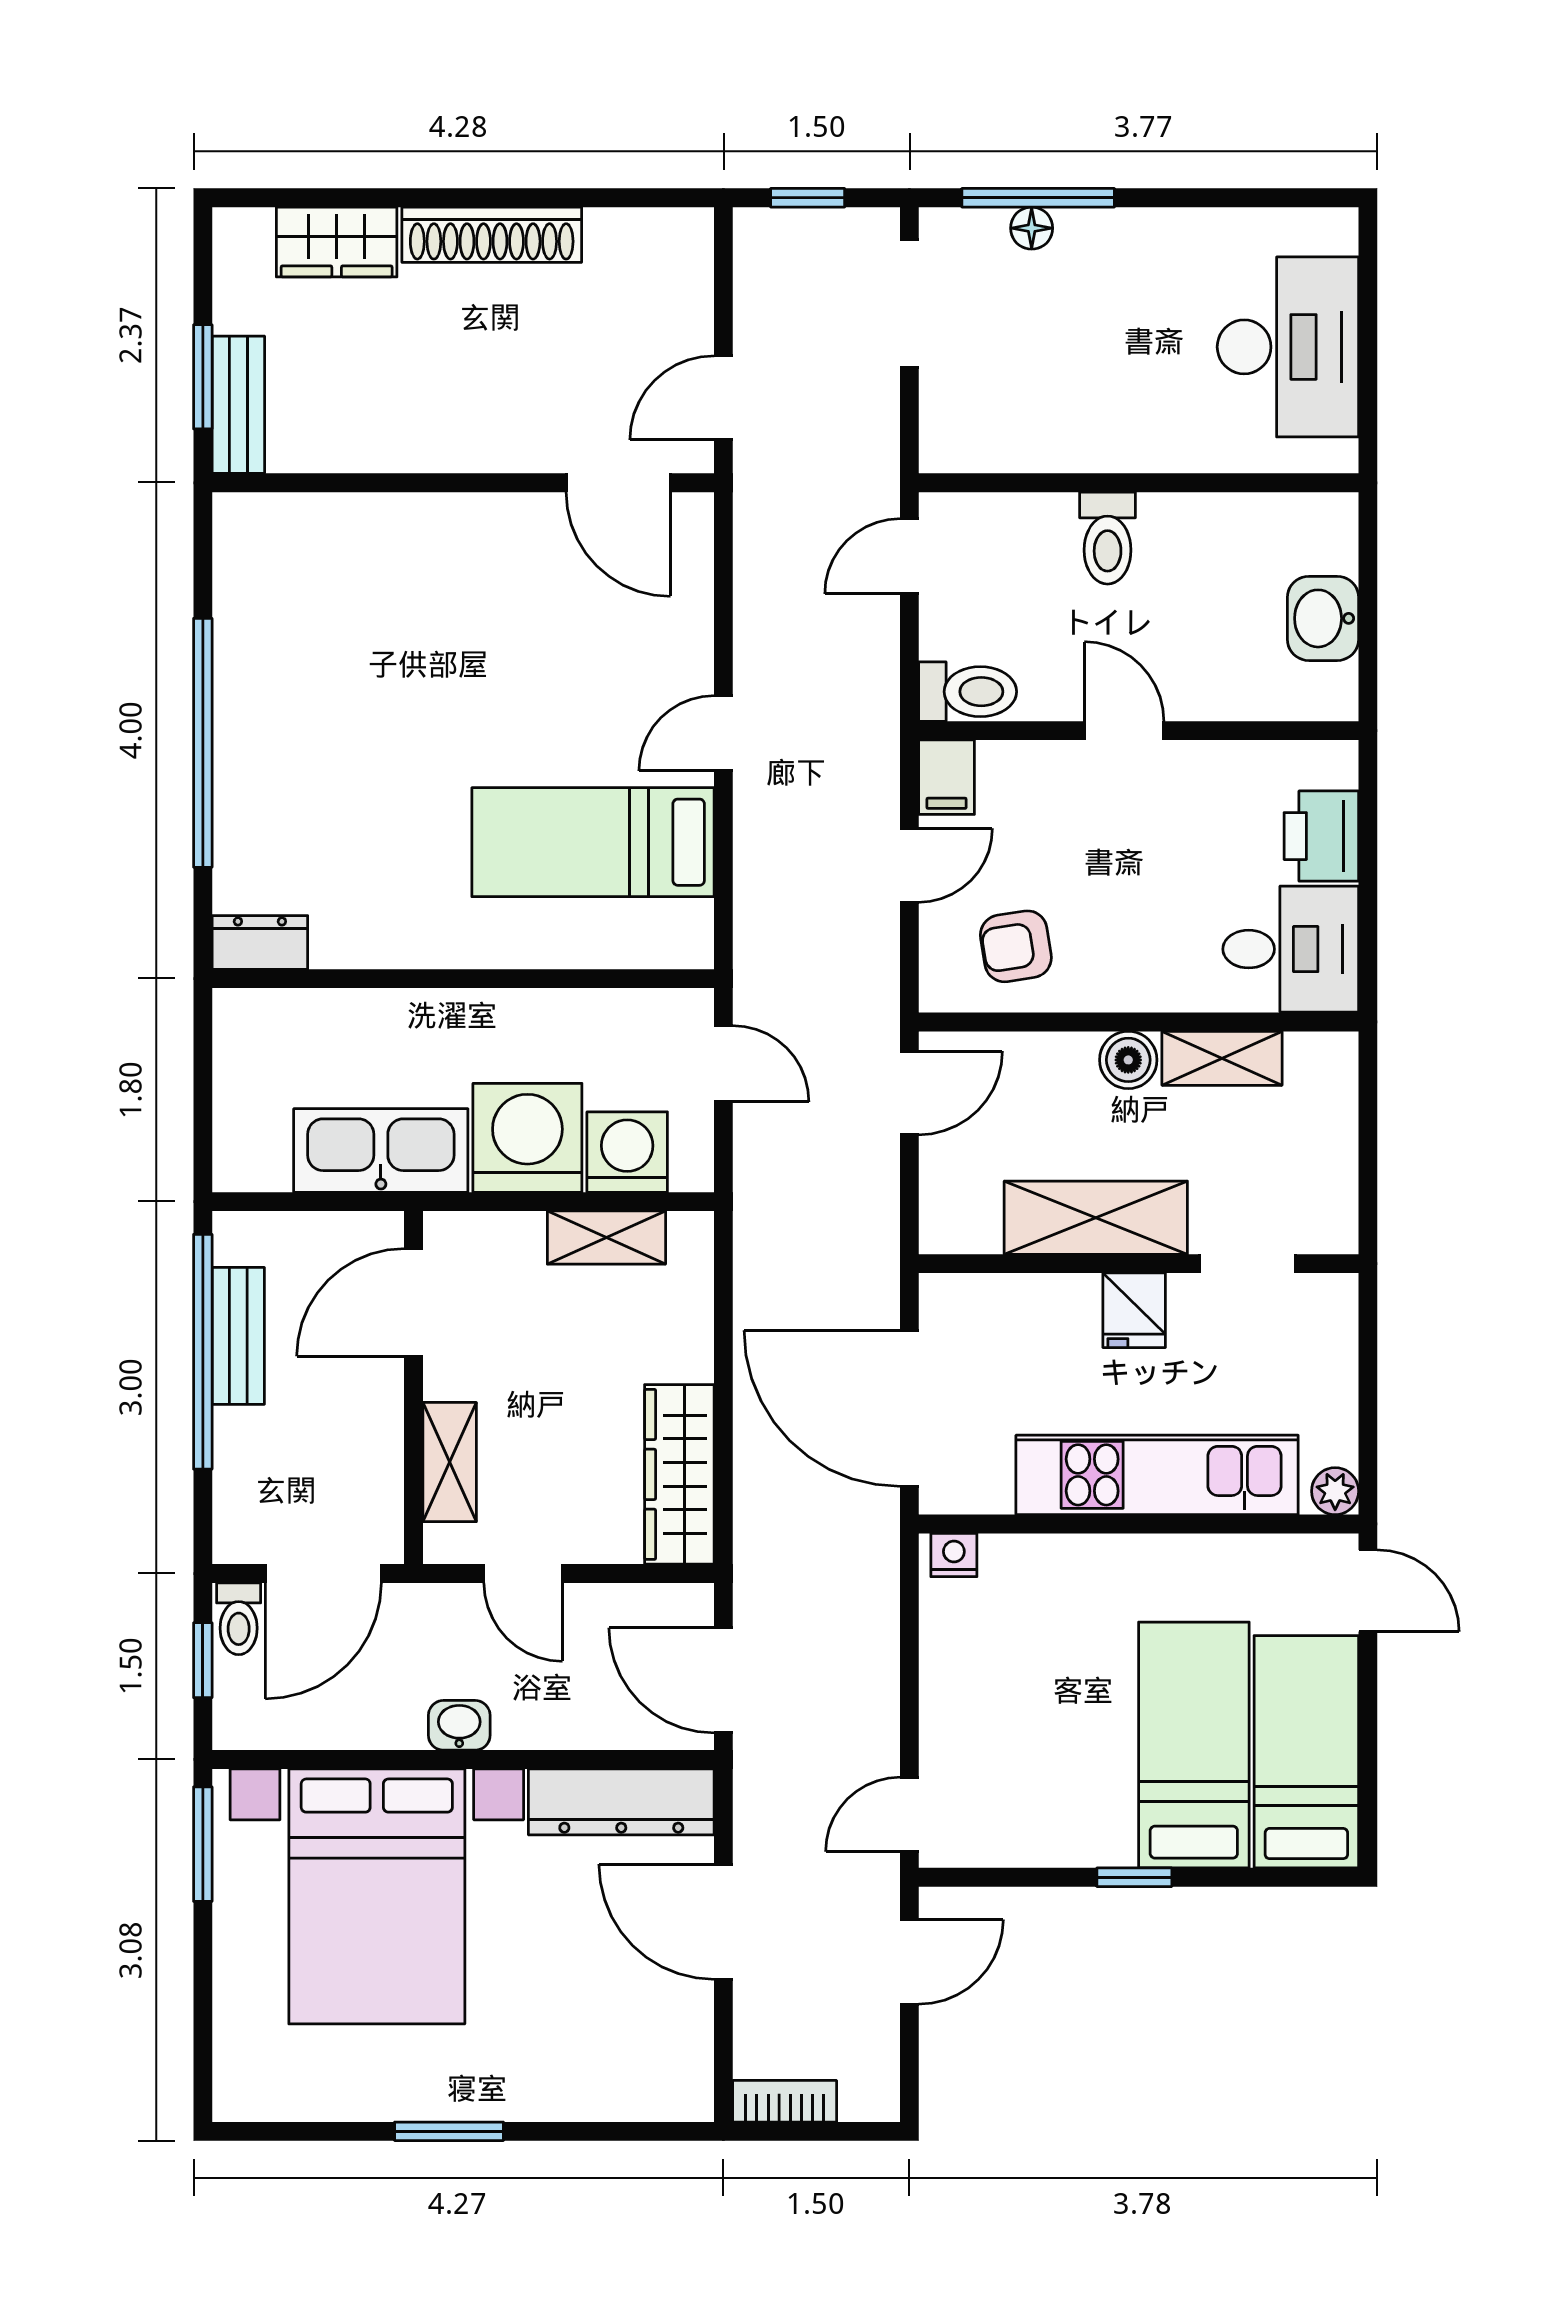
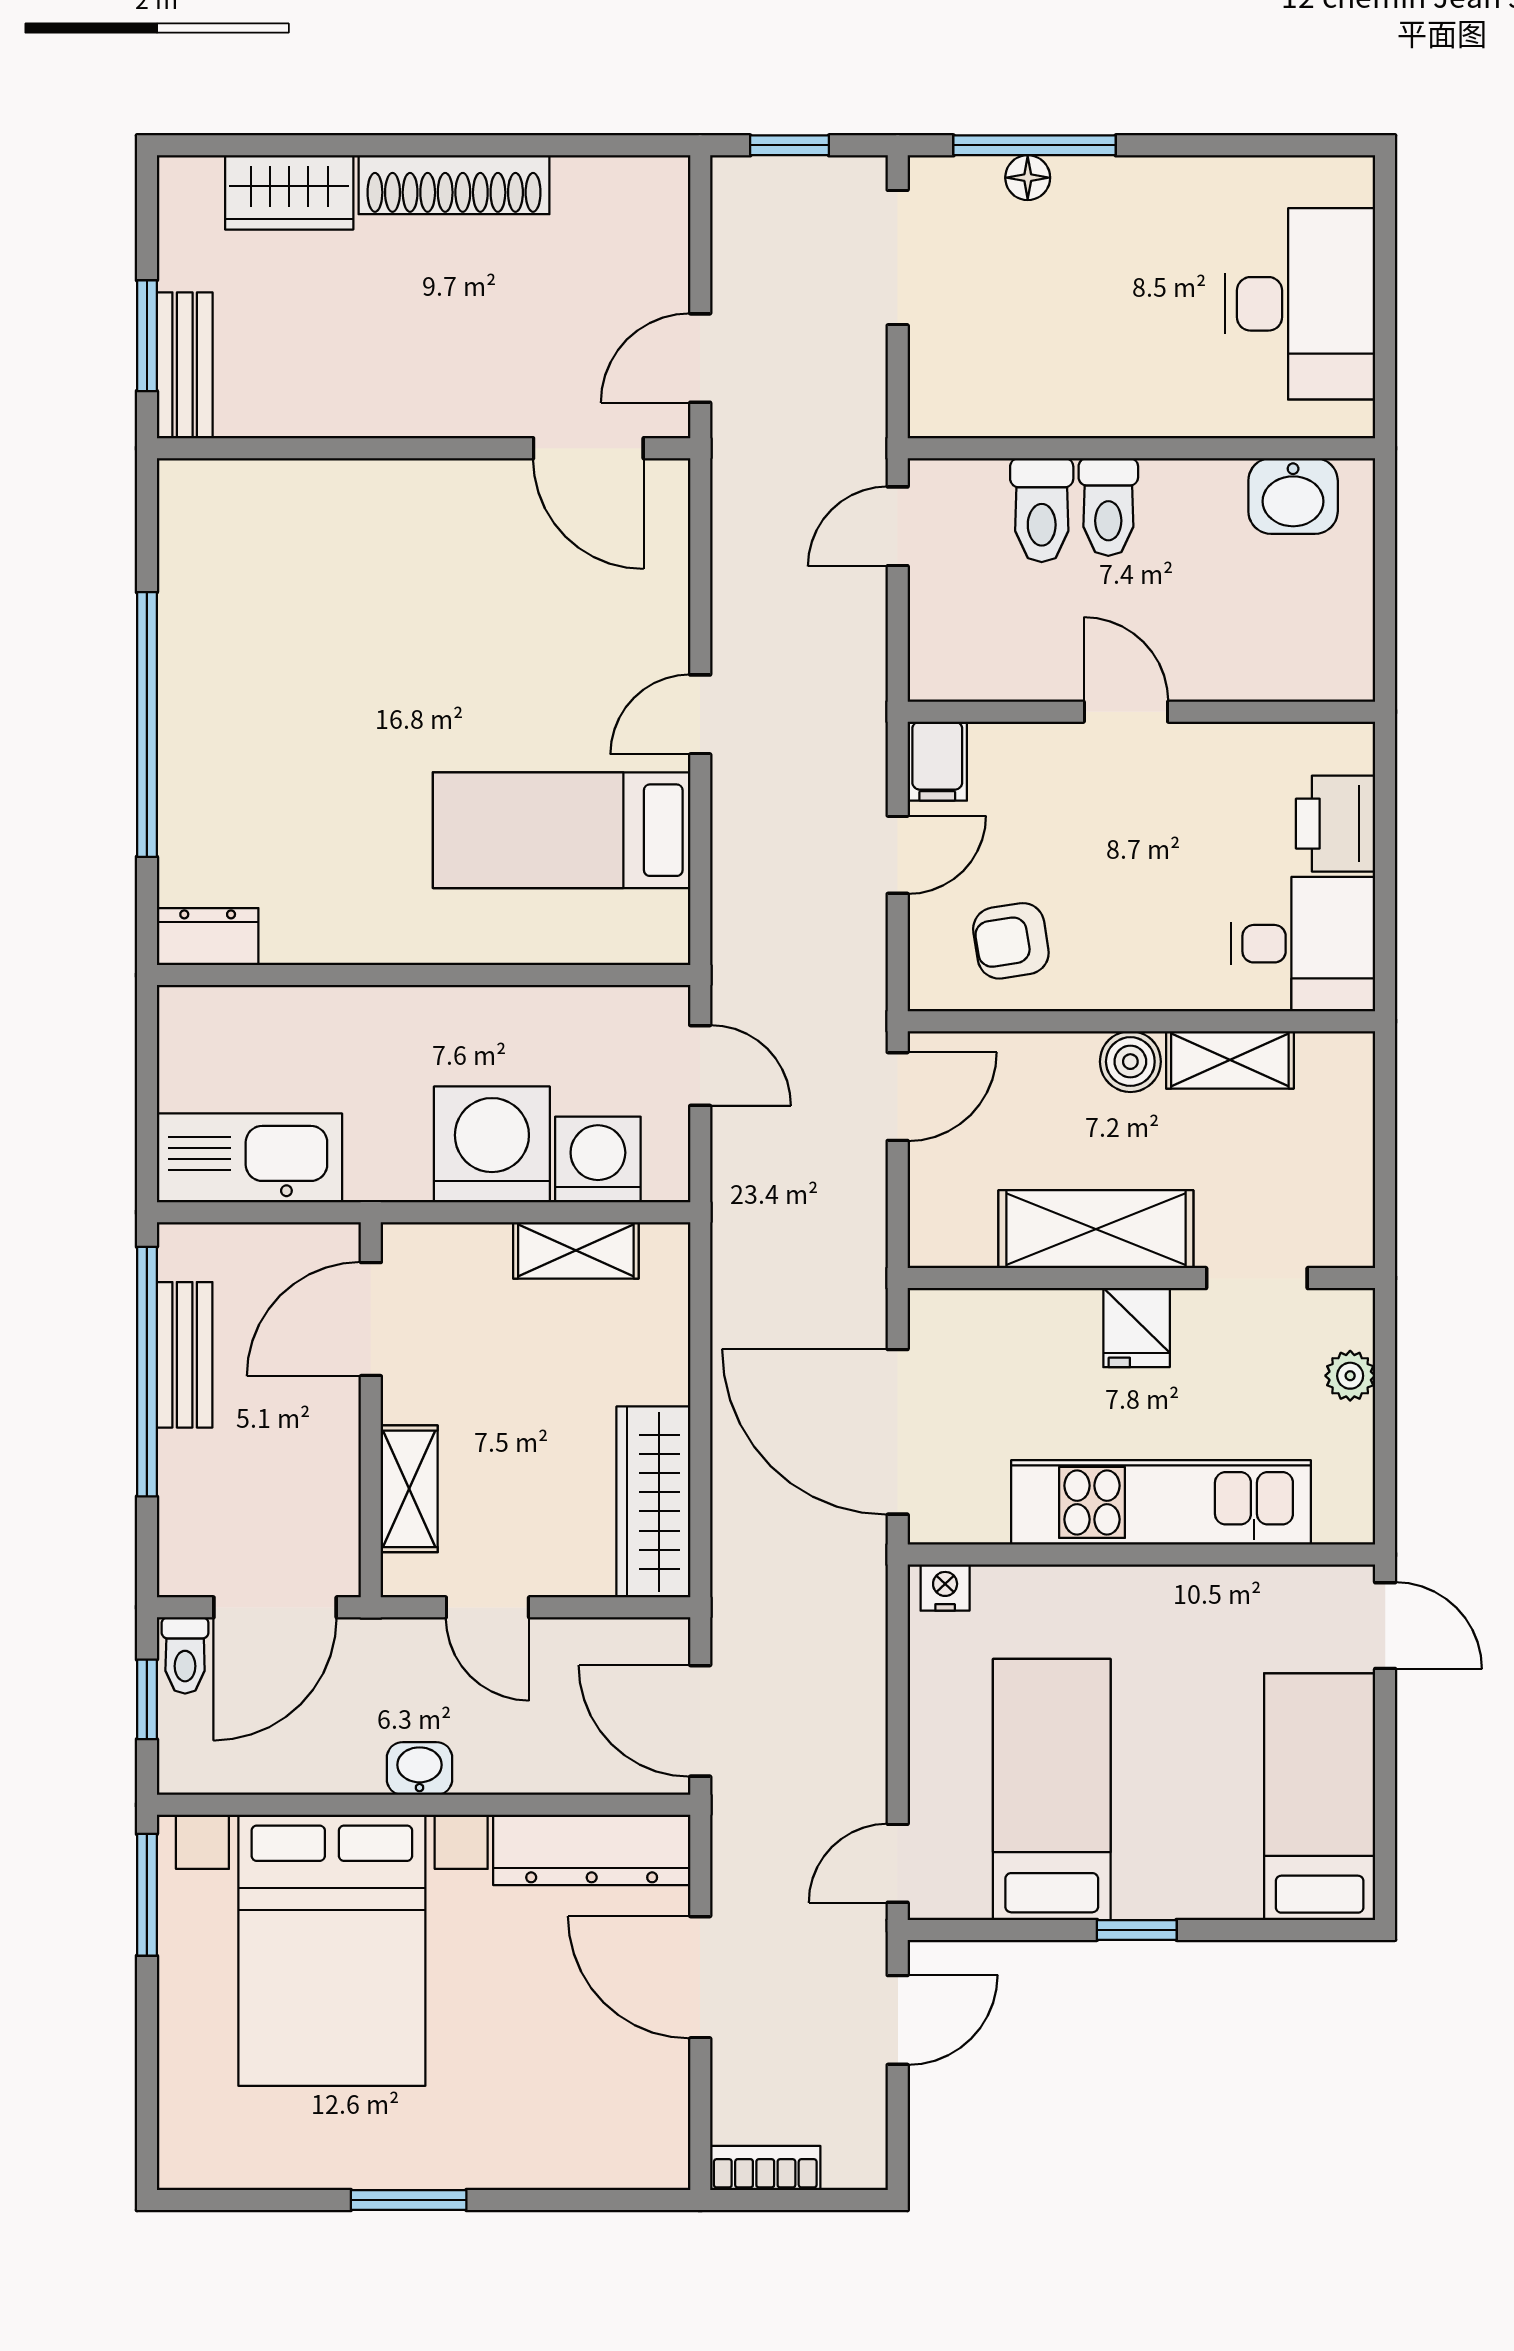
washbasin: (1323, 618) -> (1293, 496), moved, turned -90
toilet: (968, 692) -> (1042, 510), moved, turned 90
kitchen sink: (381, 1151) -> (249, 1158), moved
plant: (1335, 1491) -> (1350, 1376), moved
bed: (1194, 1745) -> (1052, 1790), moved

